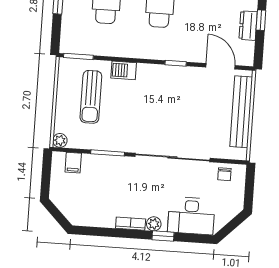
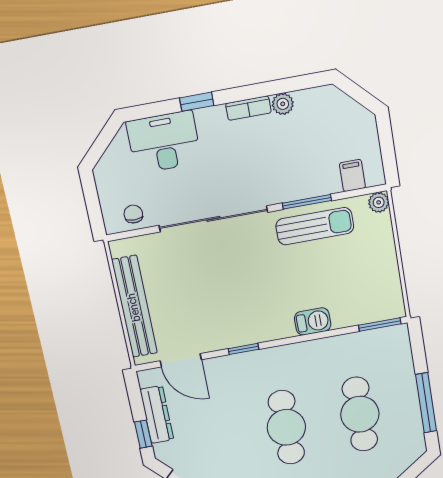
dresser: (248, 26) -> (157, 415), width x1.44
sun lounger: (91, 97) -> (315, 226), moved, turned 90
plant: (154, 224) -> (283, 104), moved

